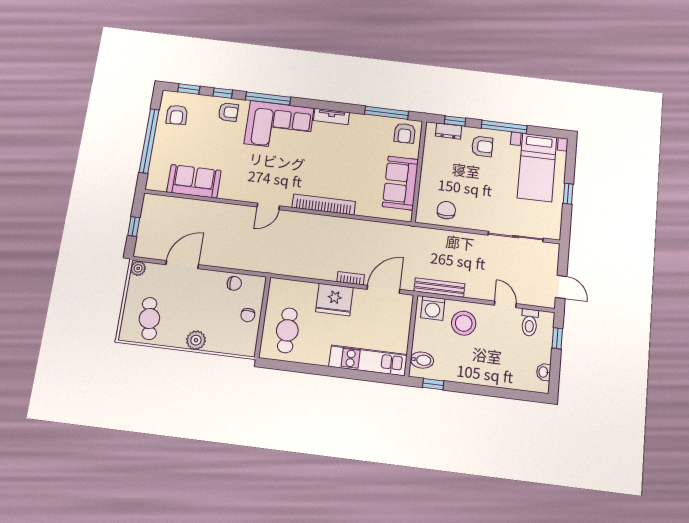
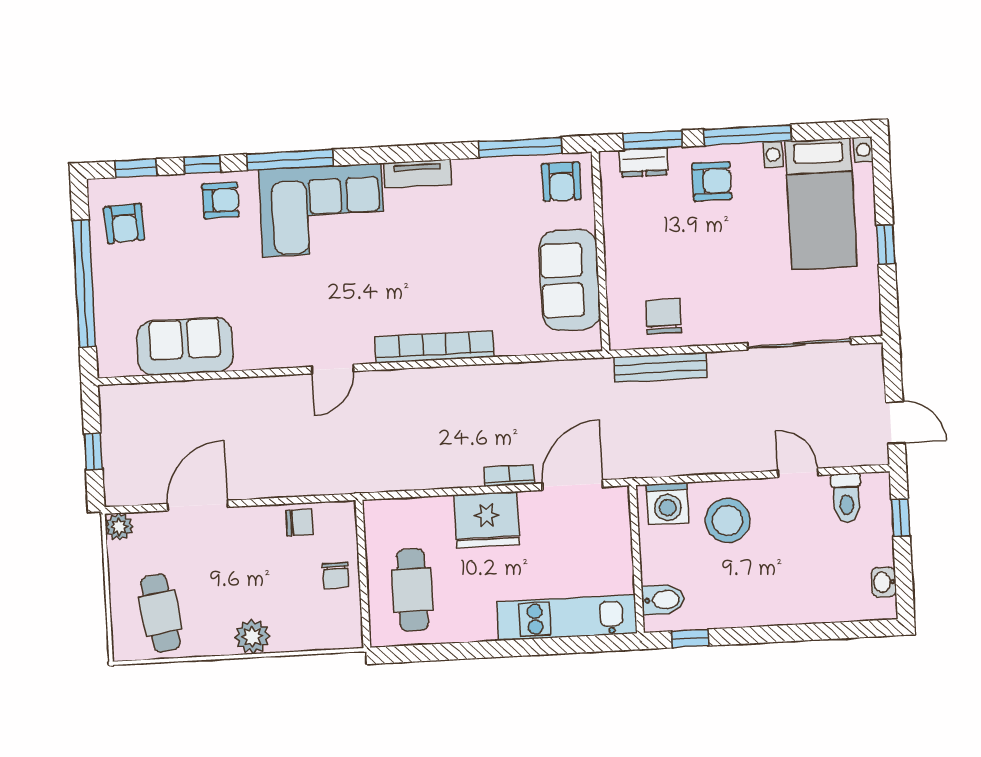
window: (455, 121) -> (653, 140), width x1.50
bench: (439, 288) -> (660, 367), moved

